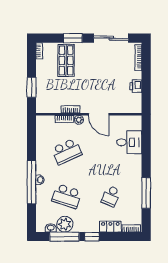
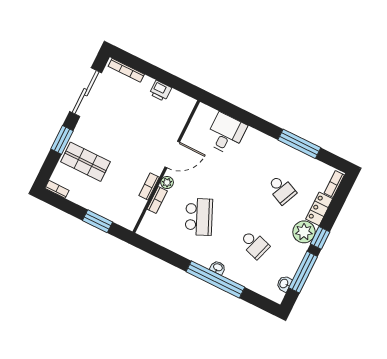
school desk: (67, 196) -> (254, 244), width x0.54
plant: (65, 224) -> (304, 232), moved

